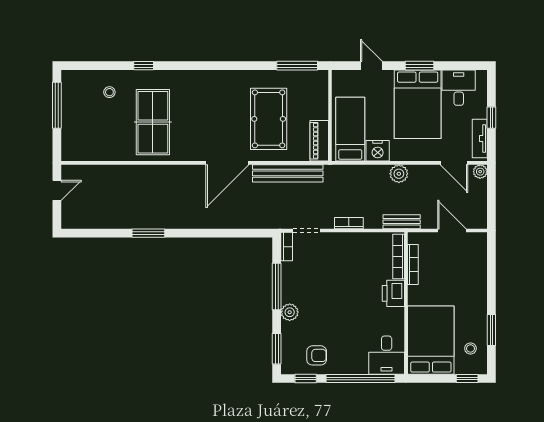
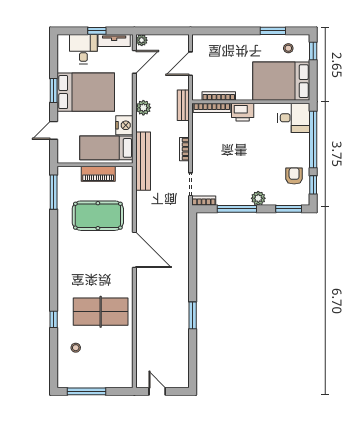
desk: (459, 88) -> (83, 49), moved, turned 90
piano: (319, 141) -> (98, 174), moved
bench: (288, 173) -> (143, 161), moved

